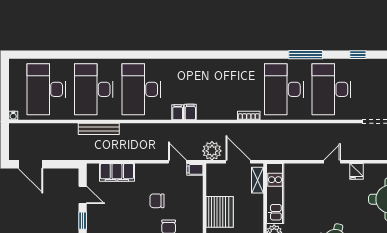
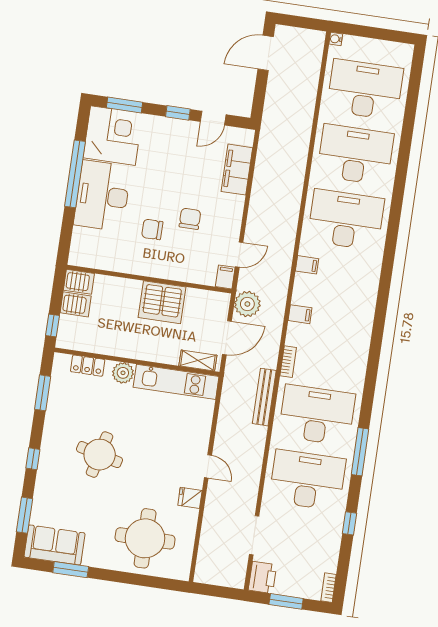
filing cabinet: (190, 112) -> (300, 314), moved
bench: (99, 129) -> (264, 397), moved

